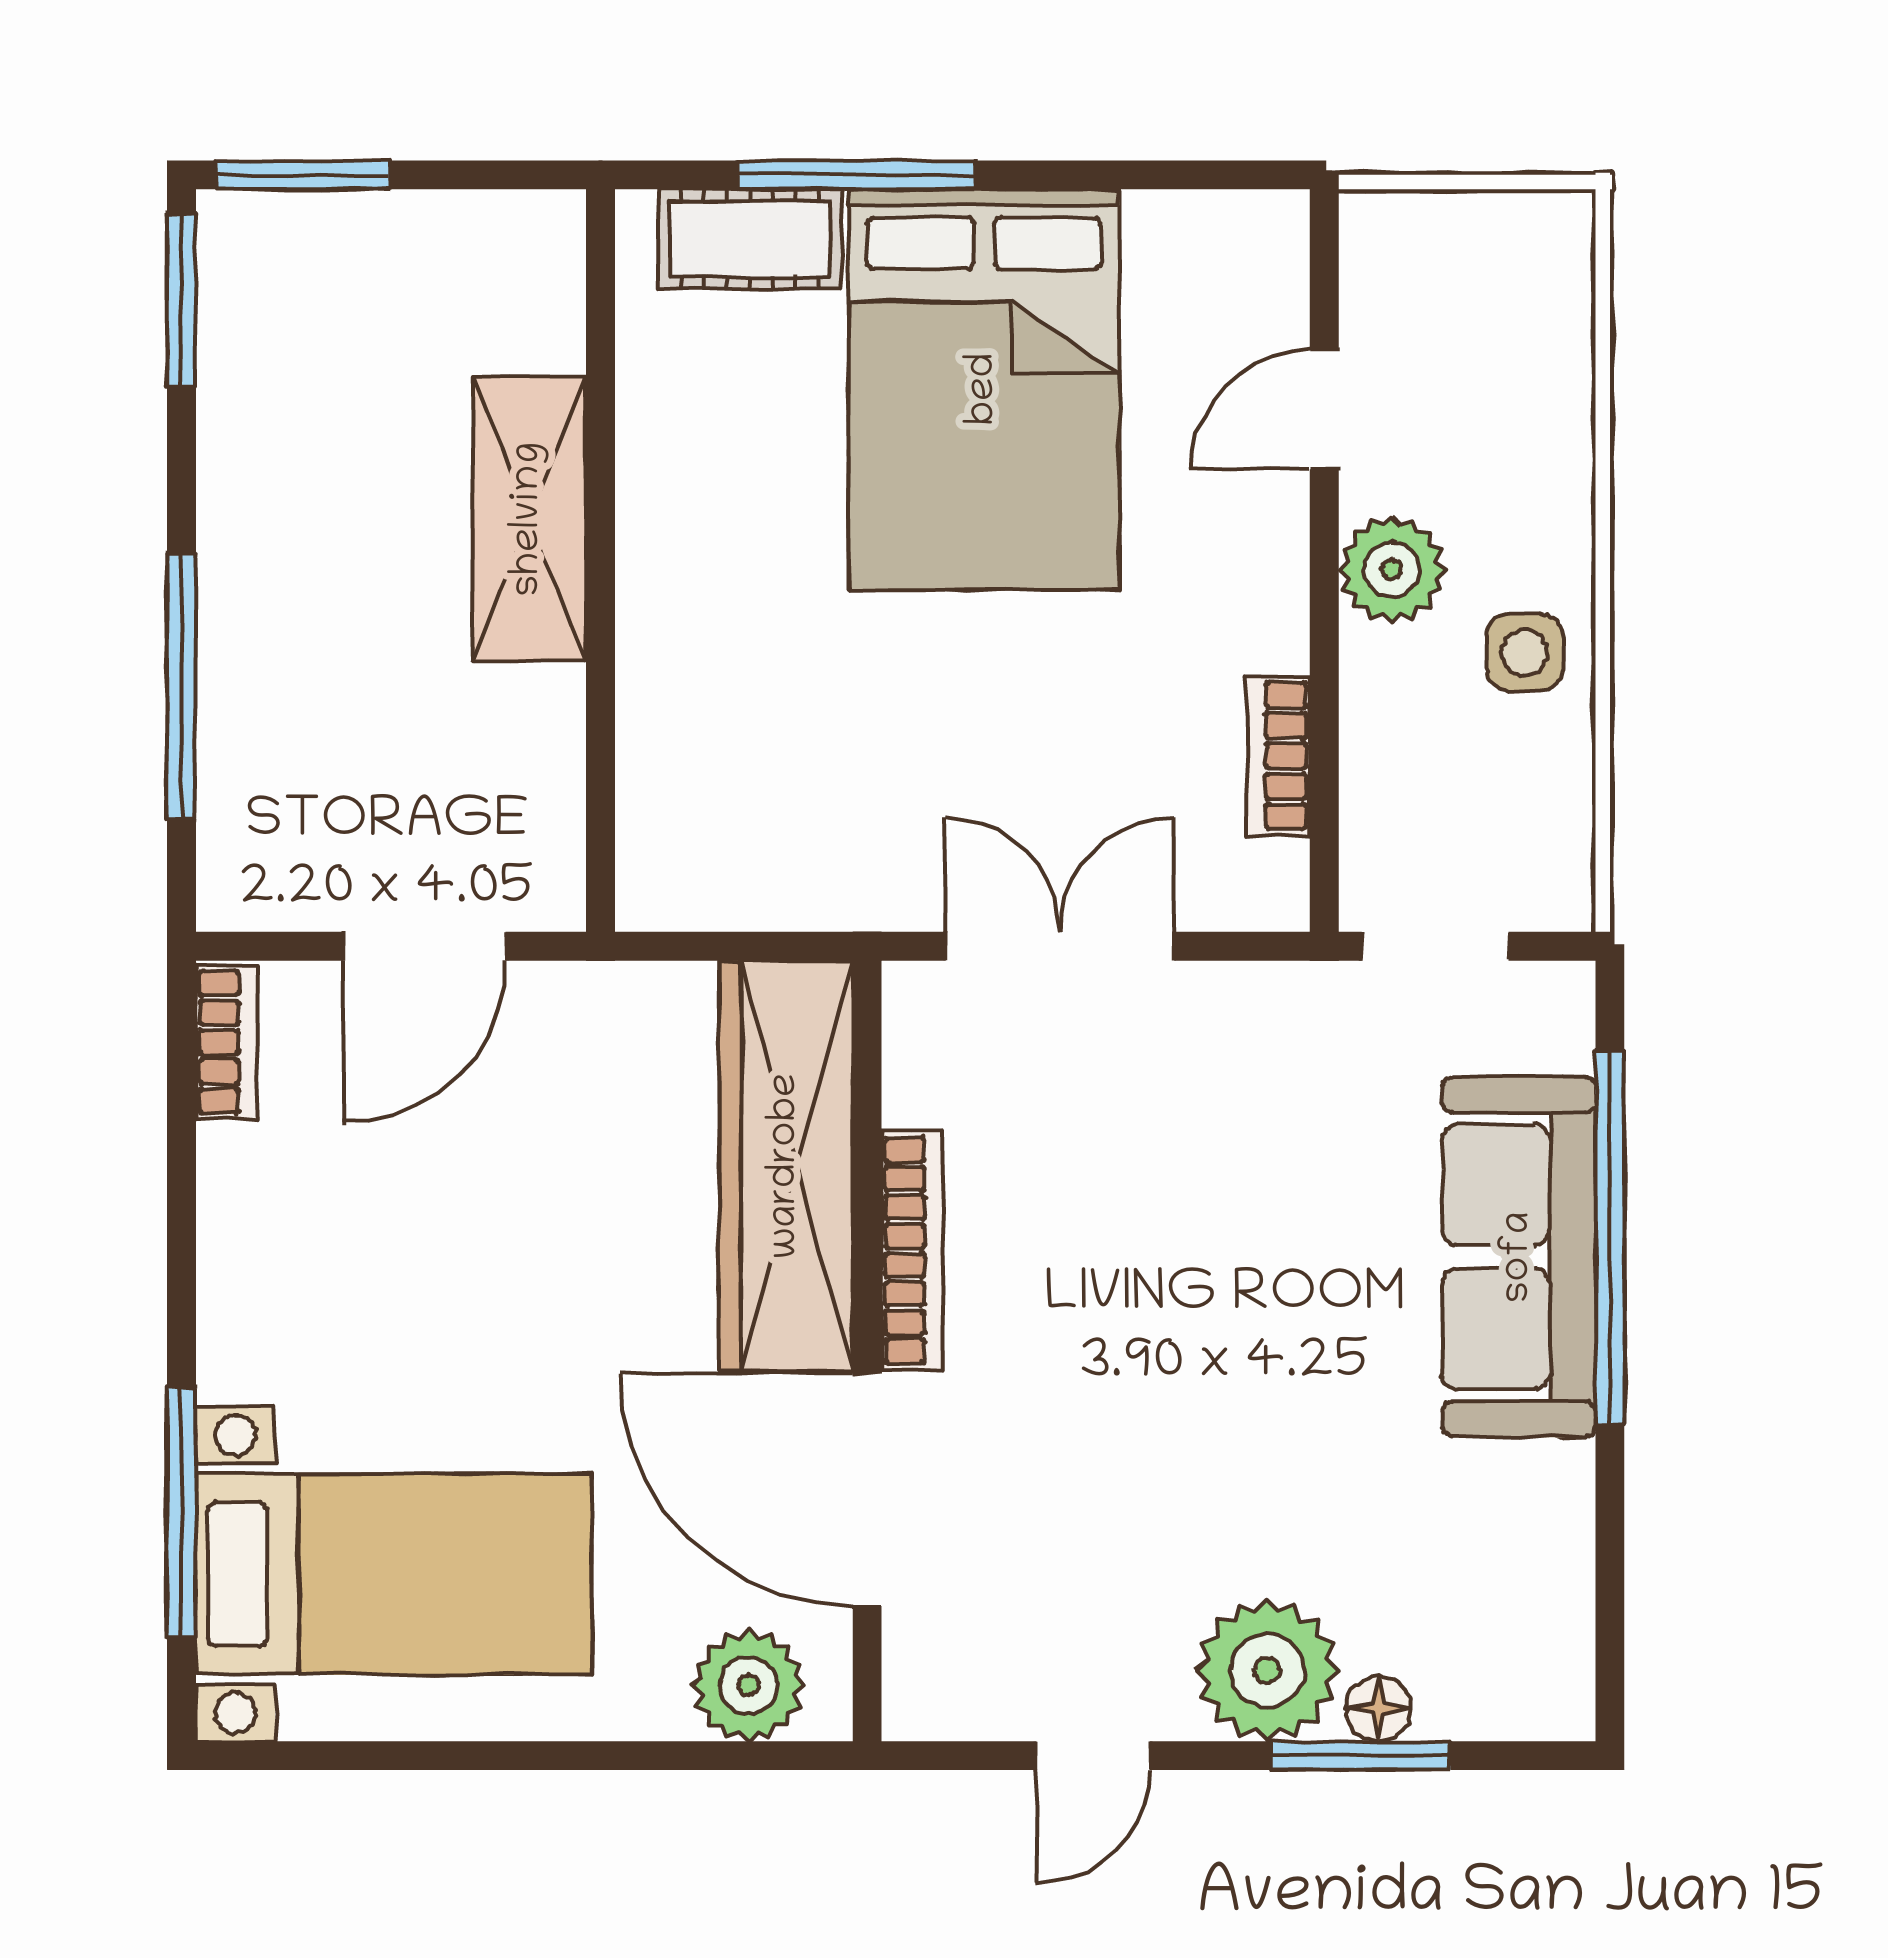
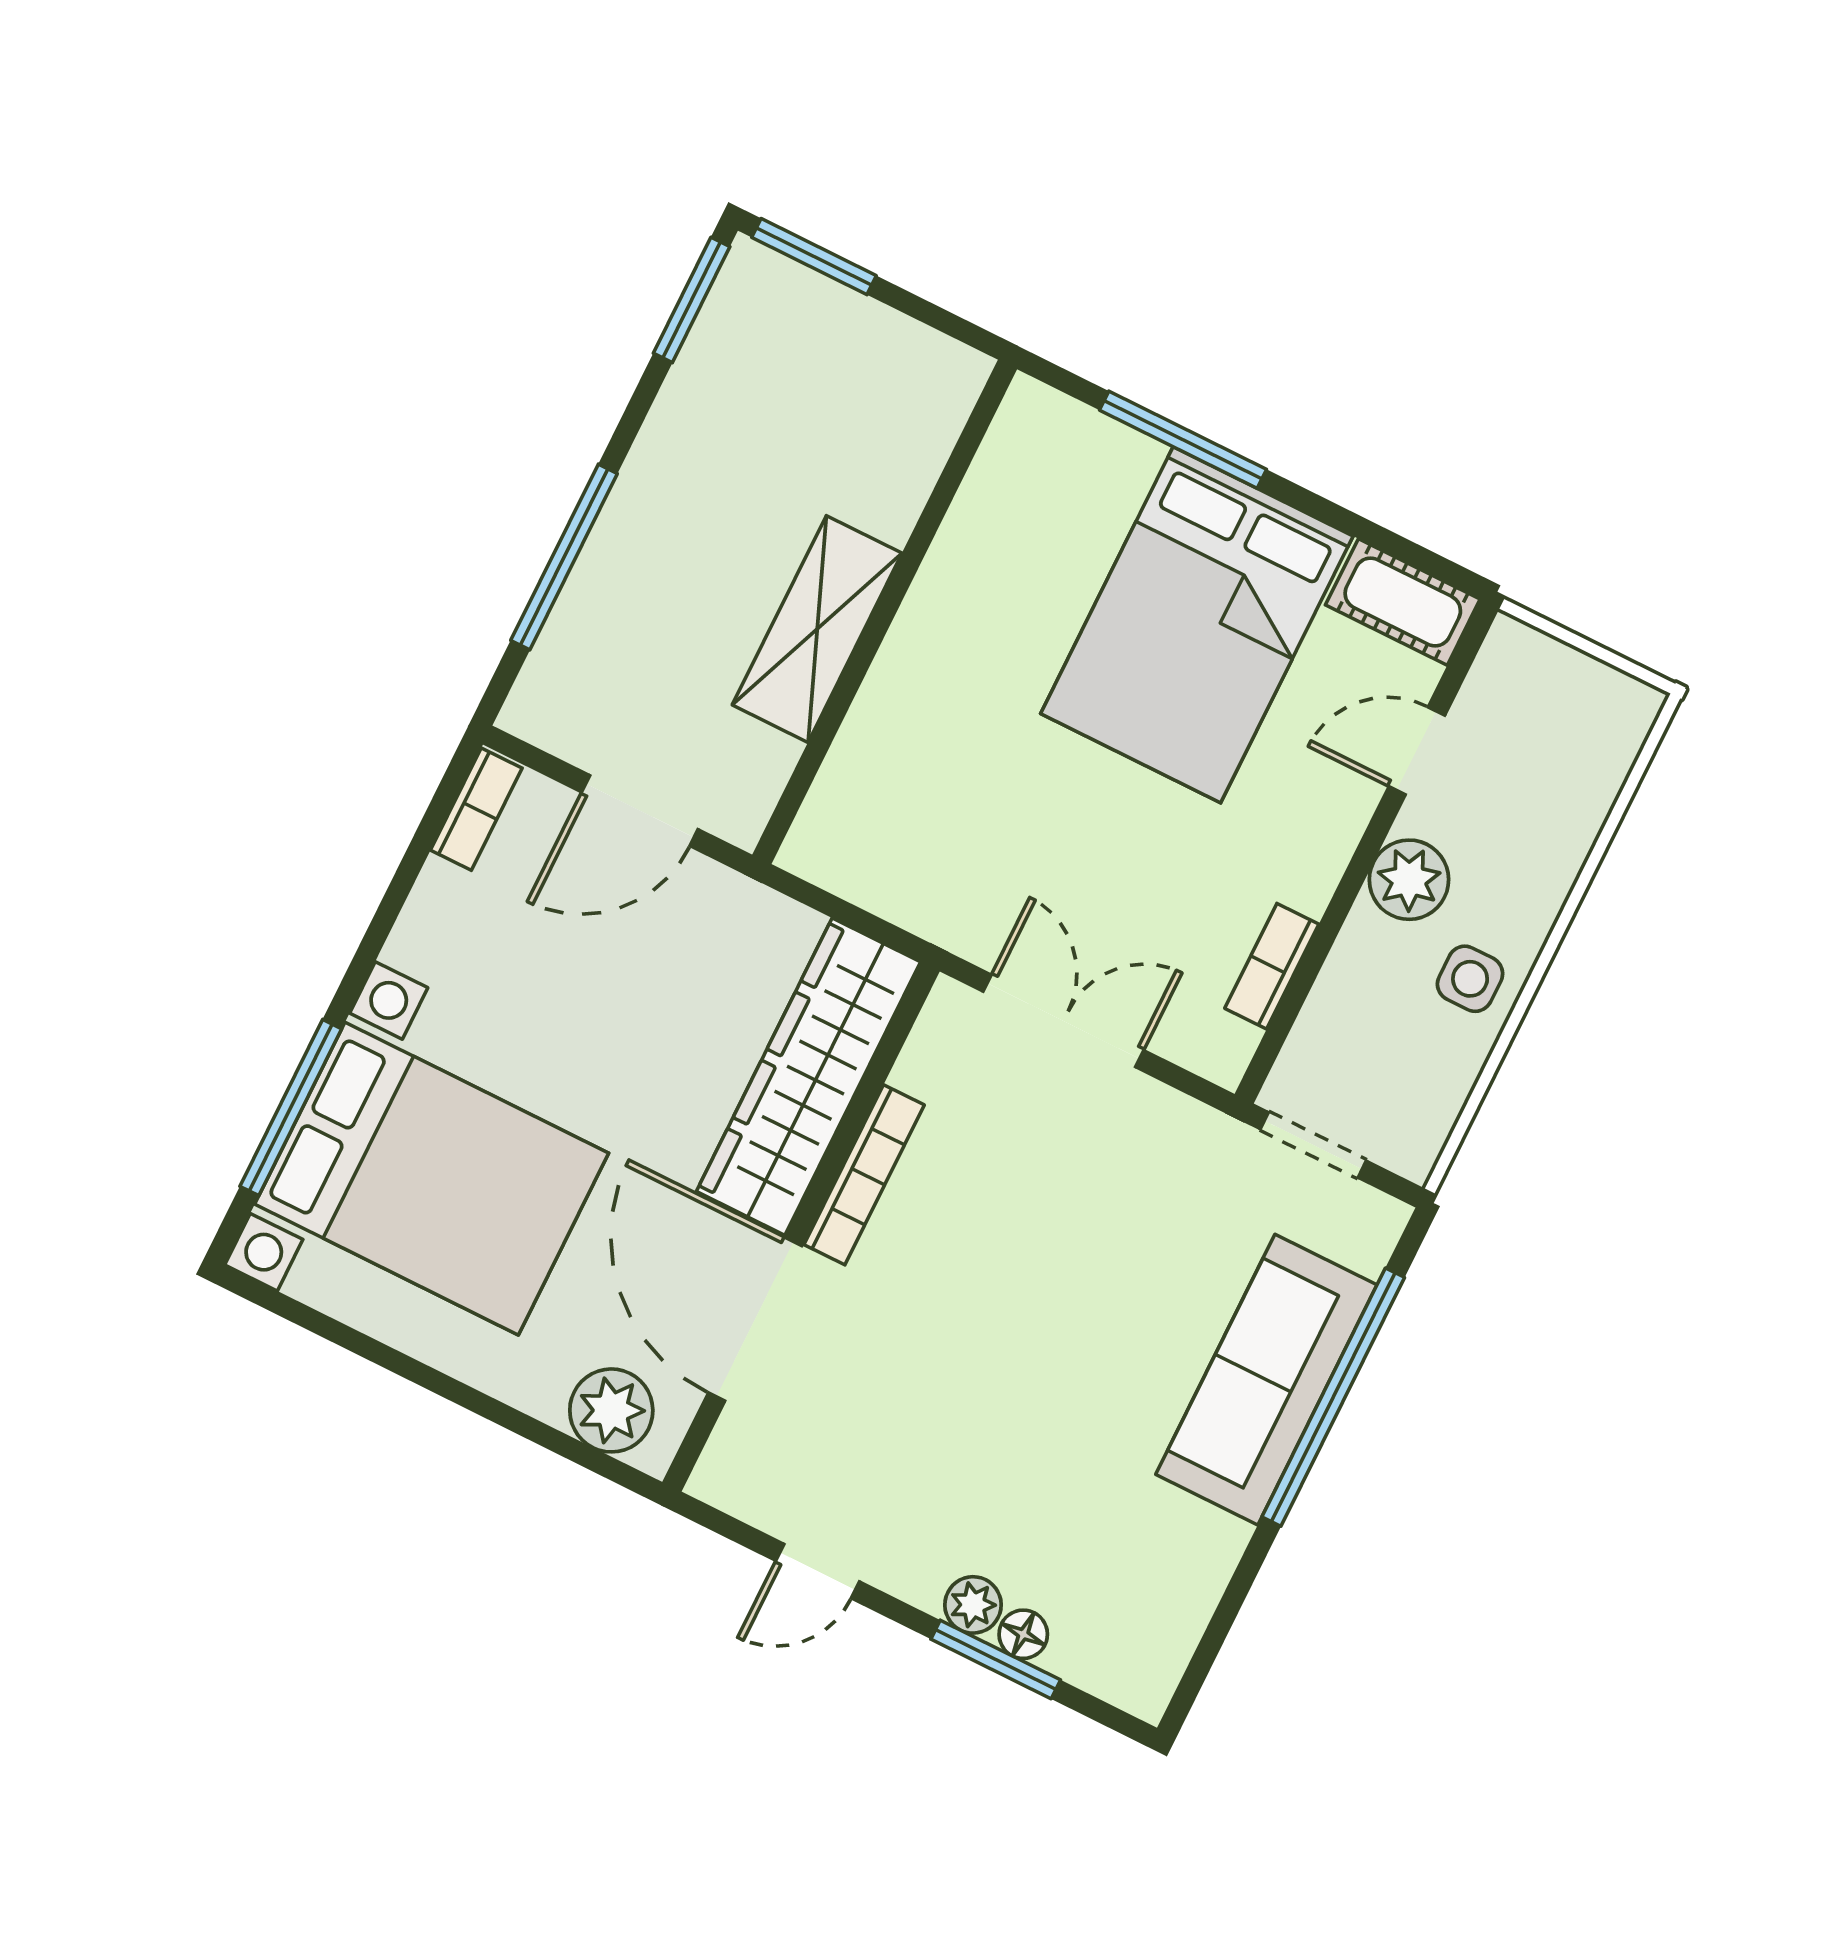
cot: (750, 239) -> (1403, 602), moved
shelving: (529, 519) -> (817, 629), moved
bed with nightstands: (394, 1574) -> (432, 1179), width x1.36
plant: (1267, 1670) -> (973, 1605), width x0.53, depth x0.53

